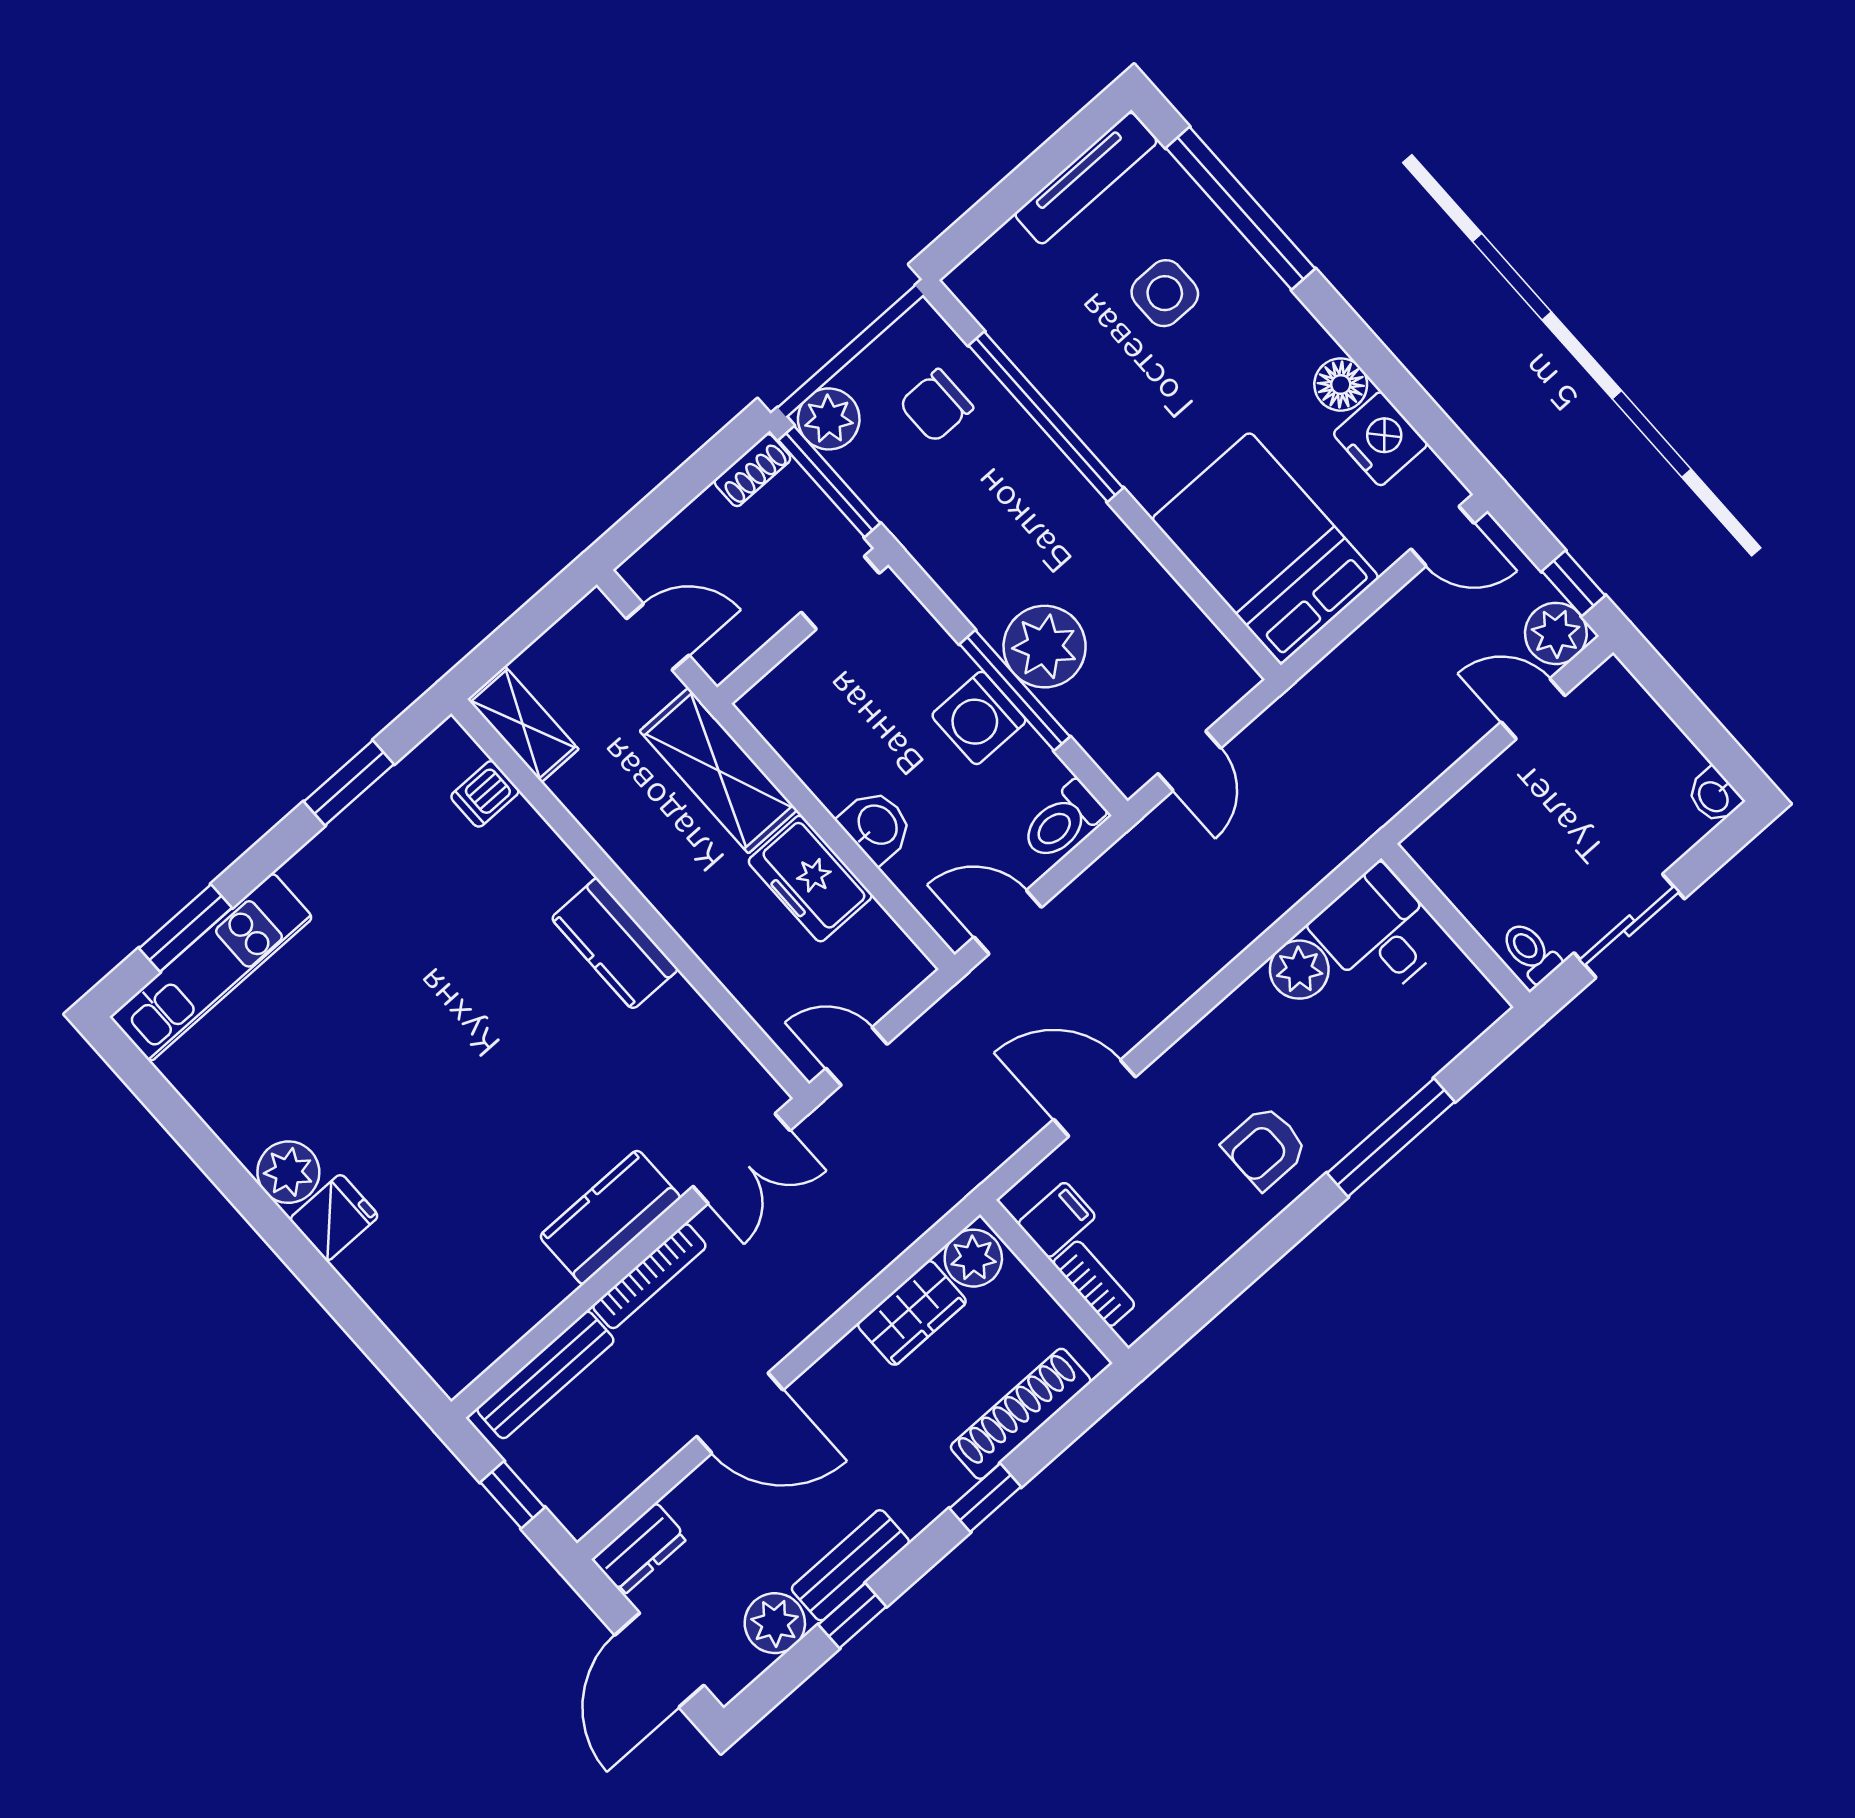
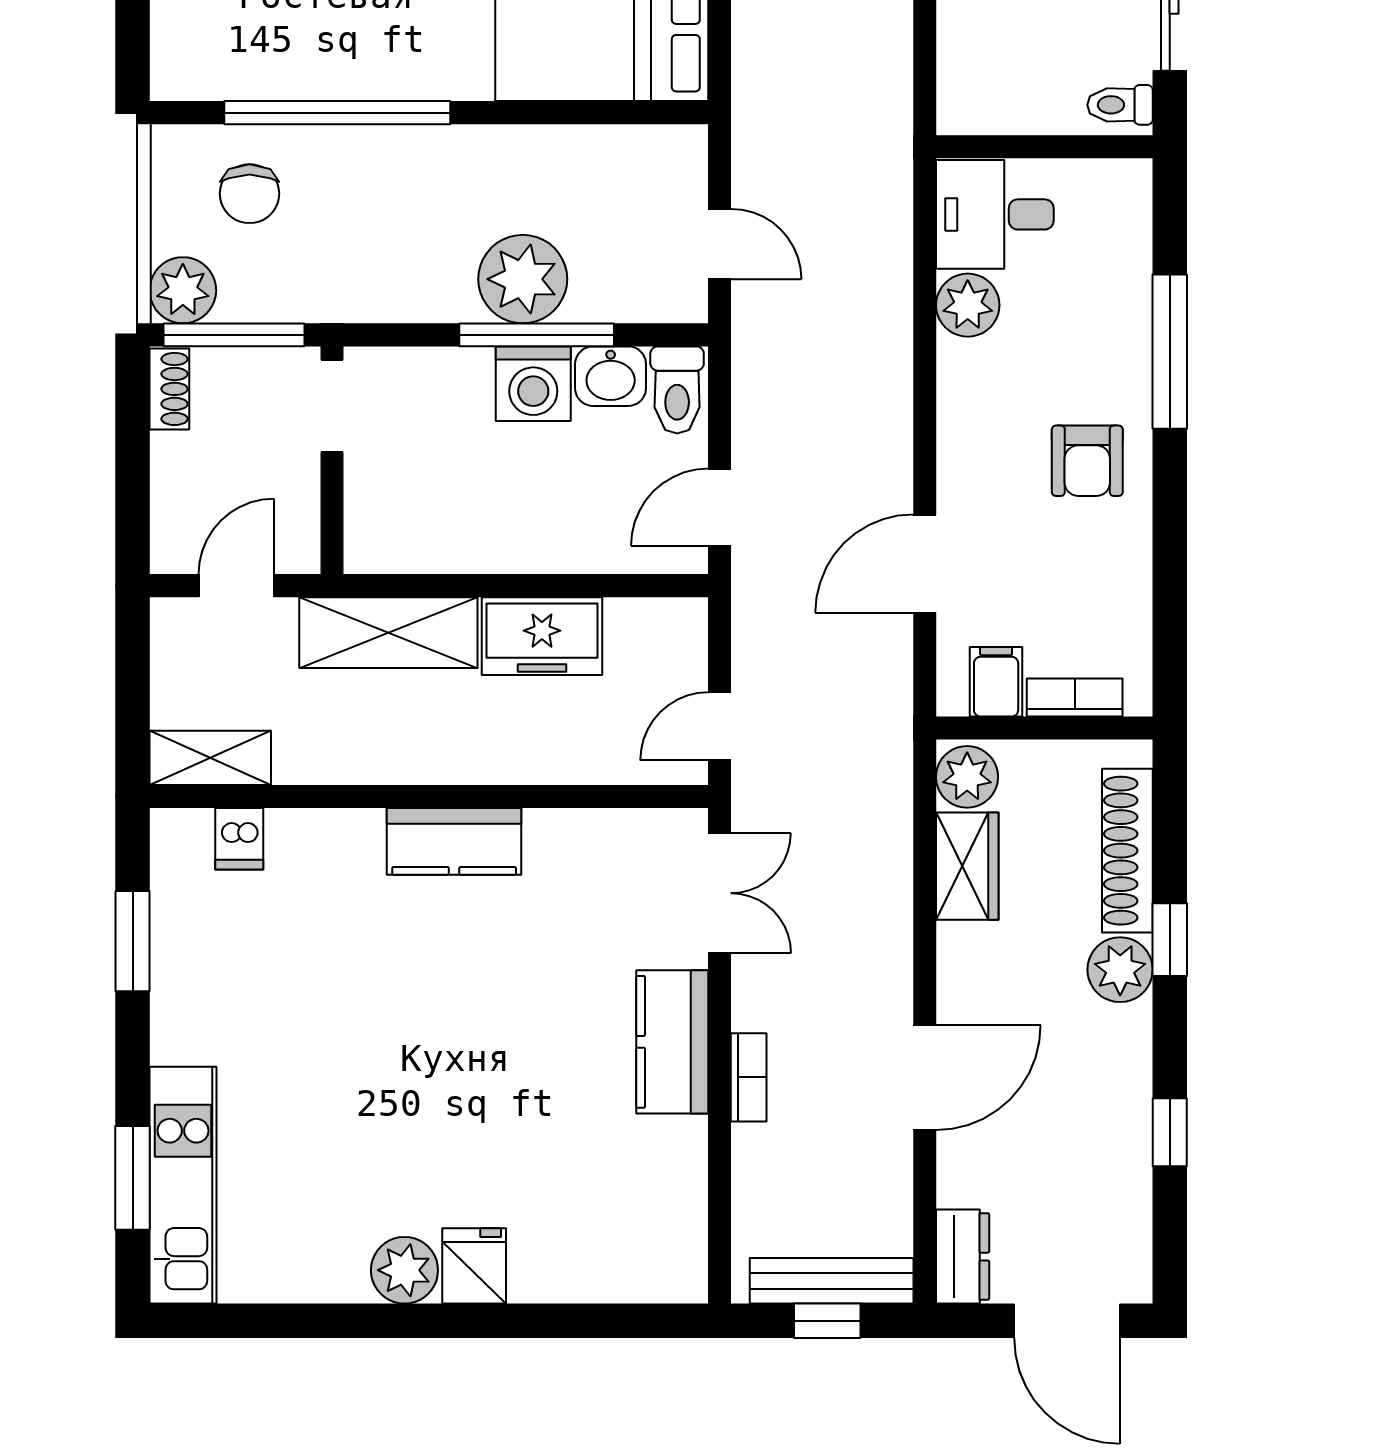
washbasin: (876, 826) -> (611, 376), moved, turned 180
bookcase: (649, 1276) -> (749, 1077), width x0.64
bench: (545, 1375) -> (832, 1281), moved, turned 90
bench: (850, 1565) -> (1128, 1098), removed
plant: (775, 1623) -> (1120, 970), moved

